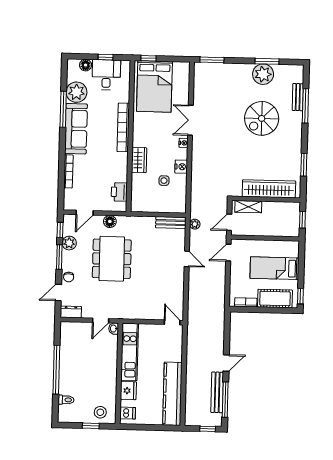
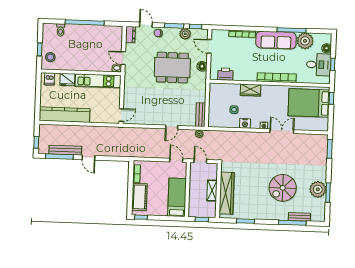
spiral stairs: (262, 118) -> (283, 188), turned -90
shelving: (248, 207) -> (212, 191), moved
bed: (274, 268) -> (177, 197), moved

